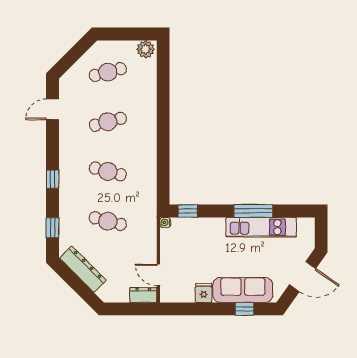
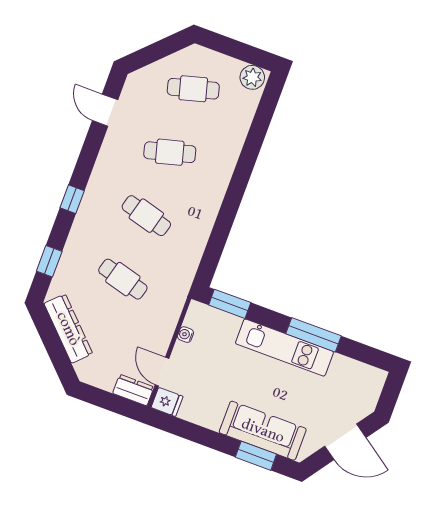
door: (53, 109) -> (105, 110), hinge flipped
window: (188, 211) -> (230, 304), width x1.50
water cooler: (165, 222) -> (186, 335), moved
kitchen unit: (261, 227) -> (284, 348), moved
fridge: (204, 293) -> (167, 402), moved, turned 90
window: (245, 309) -> (256, 456), width x1.50

